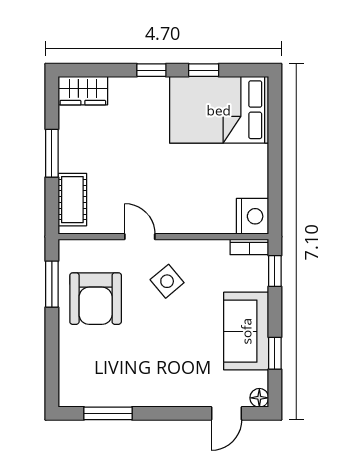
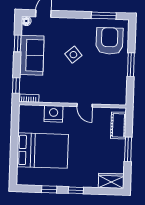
bed: (219, 110) -> (42, 151), moved
nightstand: (253, 216) -> (54, 114), moved, turned 90
side table: (167, 281) -> (73, 55), moved
window: (52, 284) -> (131, 65), moved
armchair: (96, 299) -> (110, 41), moved

